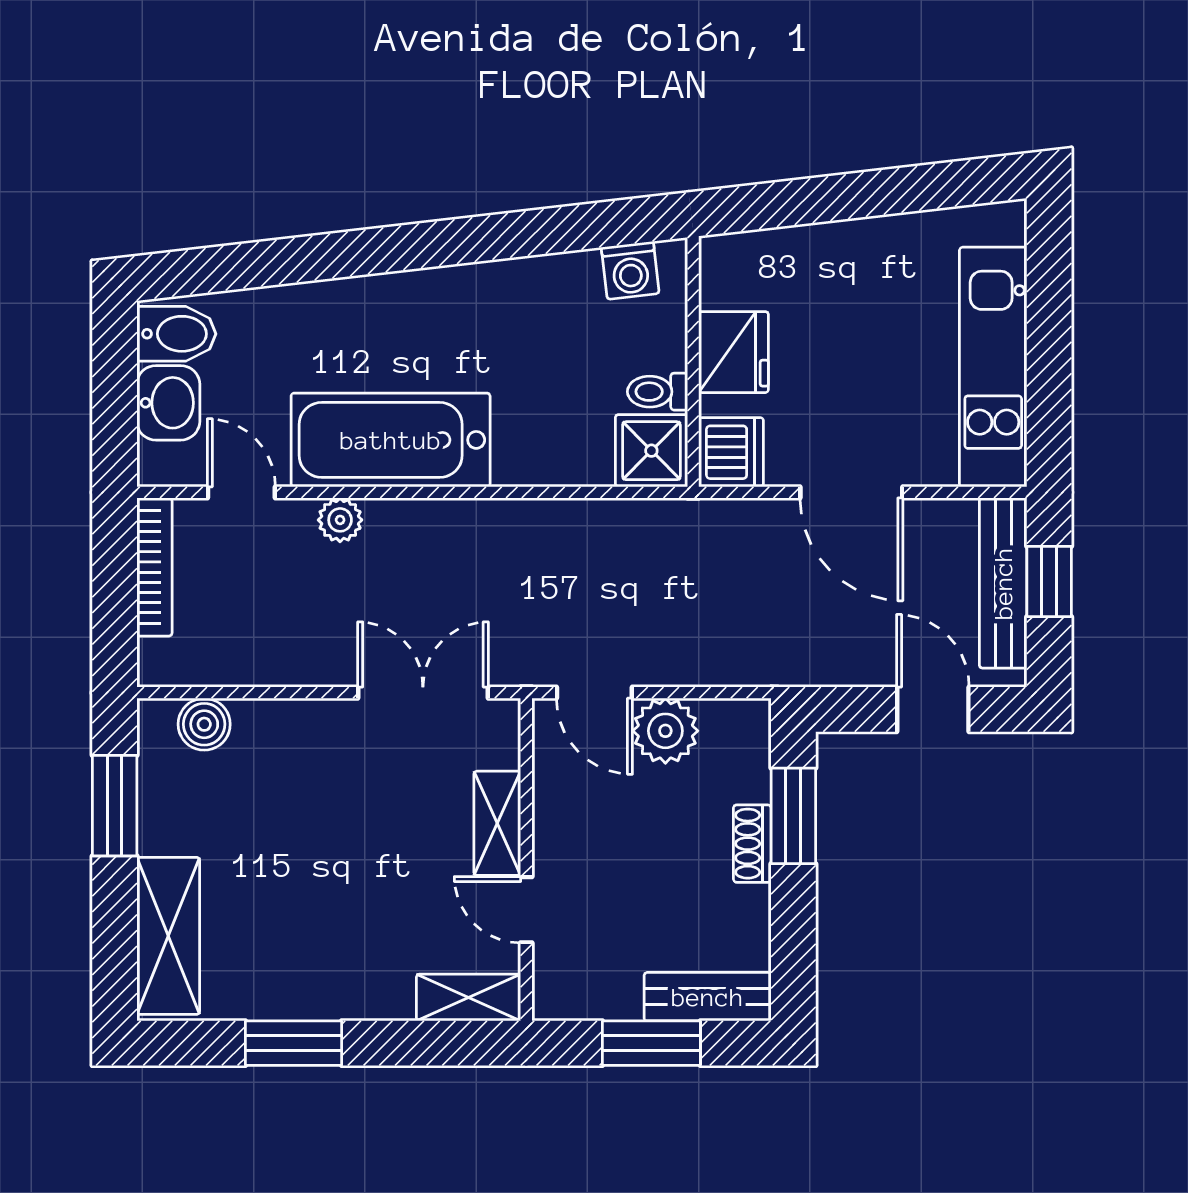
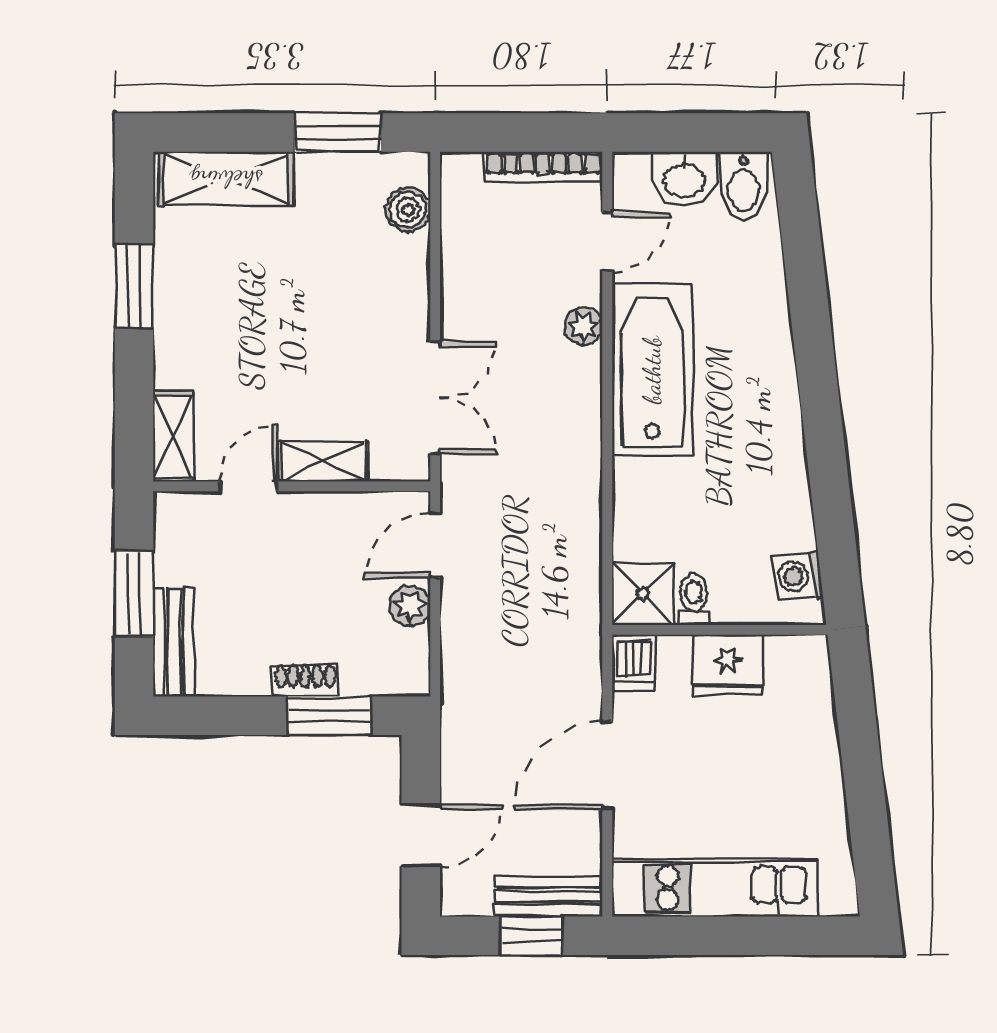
dishwasher: (731, 452) -> (634, 662), width x0.73
bench: (1003, 583) -> (549, 896), width x0.73
plant: (665, 731) -> (410, 606), width x0.73, depth x0.73

